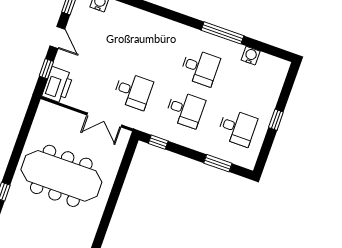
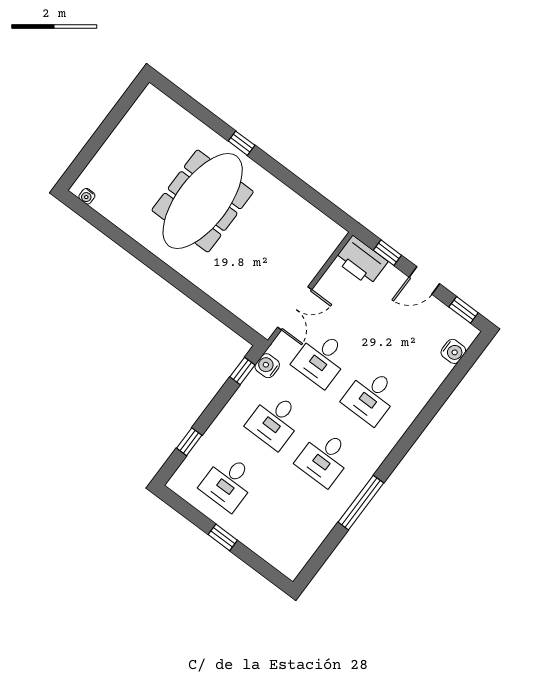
desk: (148, 49) -> (371, 396), added
water cooler: (251, 56) -> (267, 366), moved, turned 180
double door: (104, 120) -> (295, 308), swing flipped
window: (218, 163) -> (189, 442), width x0.67
meeting table: (61, 176) -> (203, 201), moved

